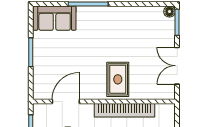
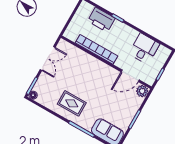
rug: (118, 79) -> (72, 103), moved, turned 90
plant: (41, 91) -> (142, 91), added

